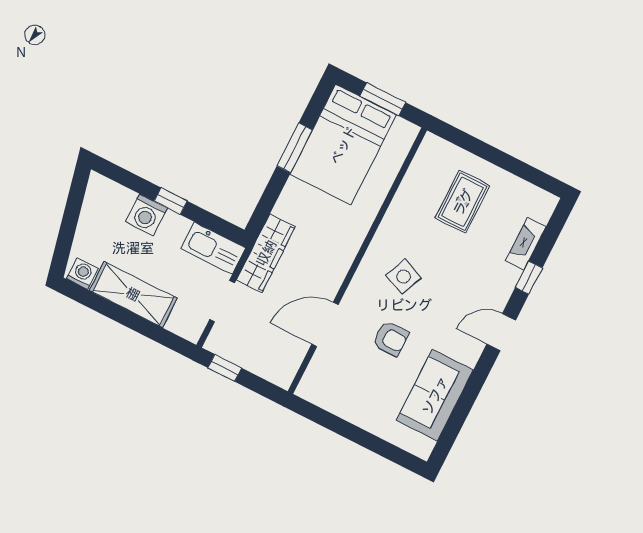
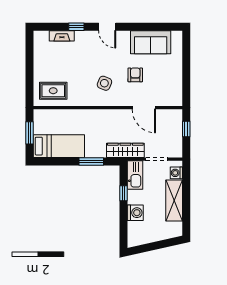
bed: (343, 145) -> (59, 146), width x0.67
window: (295, 148) -> (91, 161), moved
window: (171, 201) -> (124, 193), moved
rug: (463, 202) -> (53, 91), moved
washing machine: (82, 274) -> (176, 173), moved
window: (225, 368) -> (186, 129), moved

